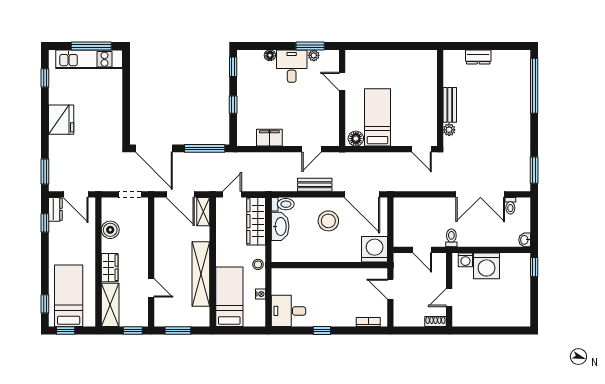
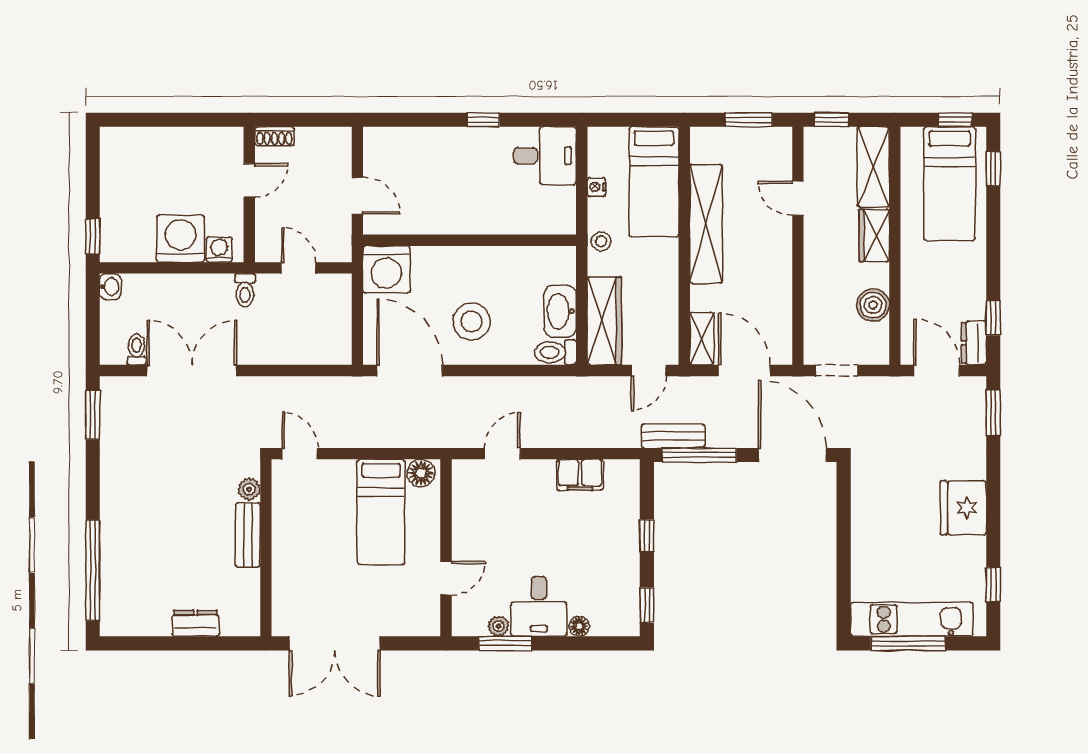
double door: (403, 46) -> (335, 643), added
door: (342, 81) -> (446, 578), hinge flipped
bench: (315, 185) -> (673, 436), moved
bookcase: (368, 322) -> (398, 135), removed

